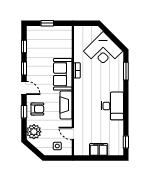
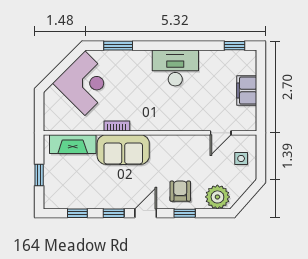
fireplace: (66, 105) -> (73, 144), moved

